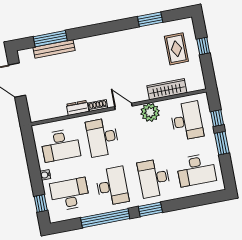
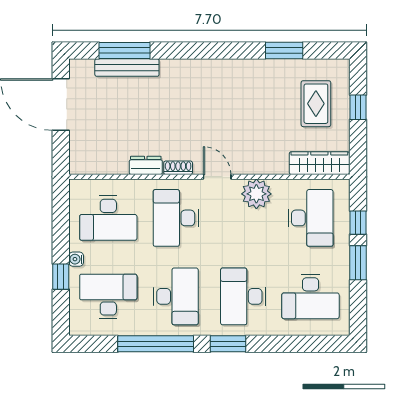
wardrobe: (167, 89) -> (319, 163), moved
window: (41, 203) -> (61, 277), moved

